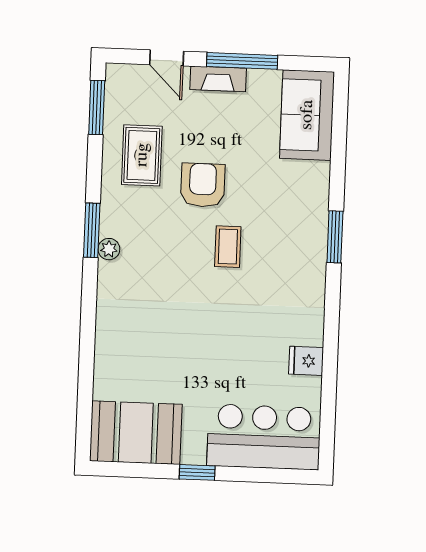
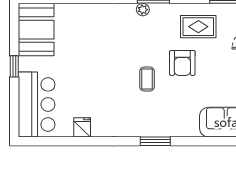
armchair: (203, 185) -> (182, 63), turned 90
coffee table: (228, 247) -> (147, 79), turned 90

